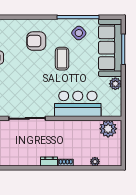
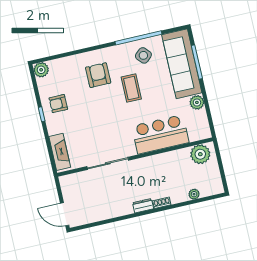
armchair: (36, 41) -> (98, 75), turned 90

